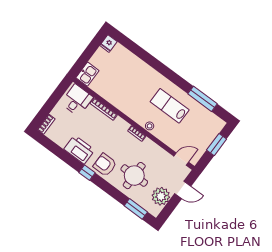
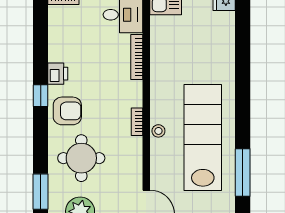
lab bench: (170, 106) -> (203, 137), width x1.86, depth x1.39
printer: (79, 150) -> (58, 74), width x0.53, depth x0.68
armchair: (105, 165) -> (67, 111), turned 90

